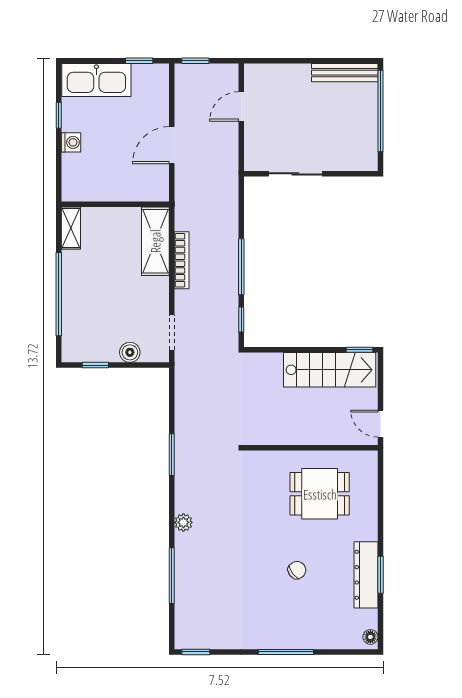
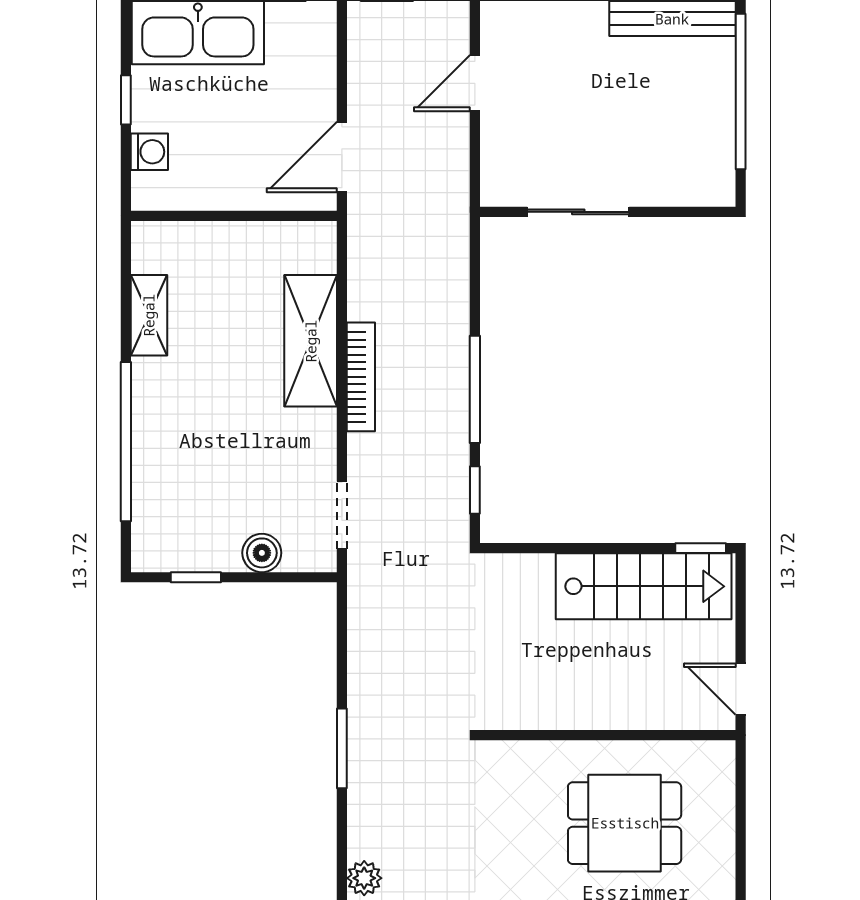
wall: (115, 204) -> (234, 216), moved

